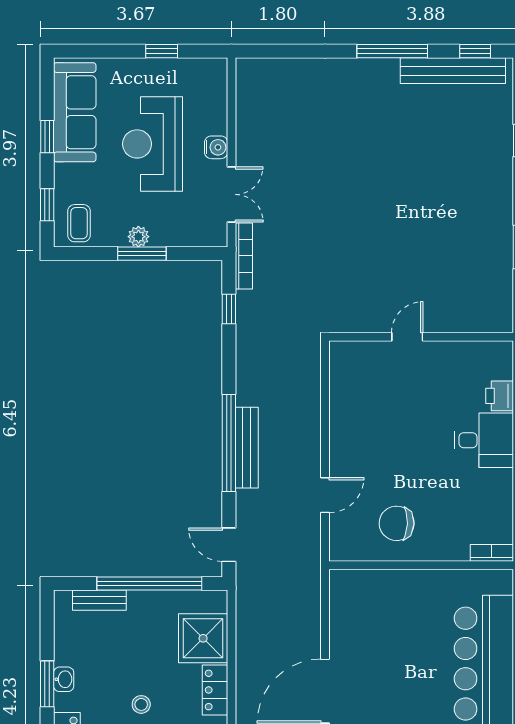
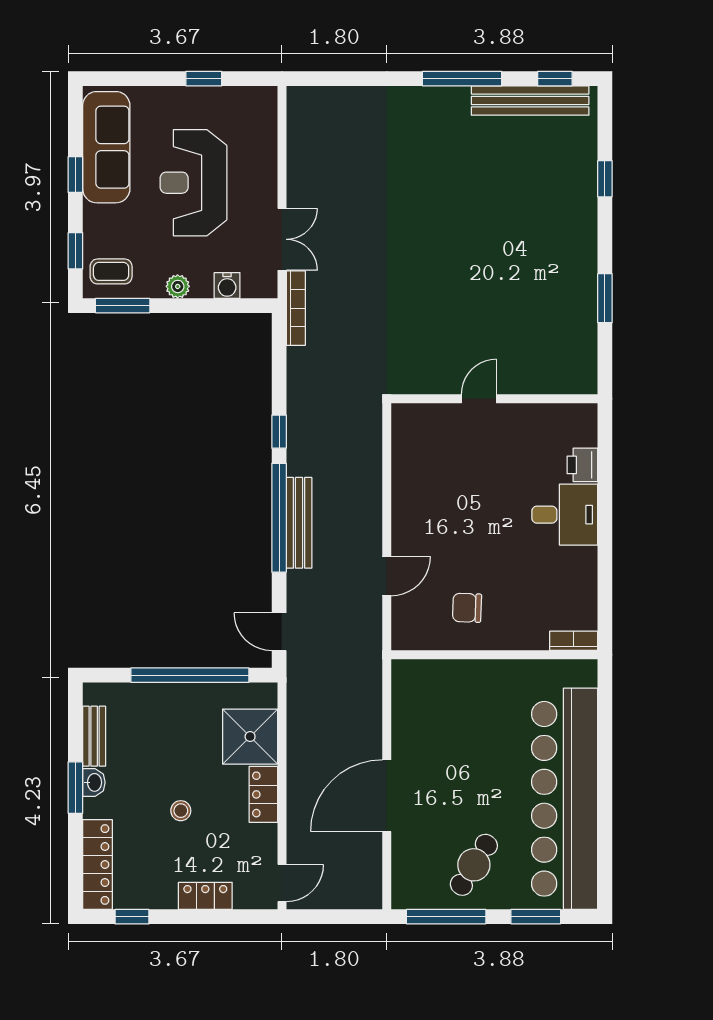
water cooler: (216, 147) -> (227, 285), moved, turned 90
coffee table: (79, 223) -> (111, 271), turned 90
window: (142, 254) -> (123, 306), moved
window: (229, 309) -> (279, 432), moved
chair: (397, 523) -> (467, 608), width x0.73, depth x0.73
bench: (99, 600) -> (94, 736), moved, turned 90

